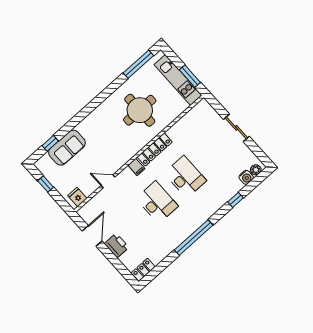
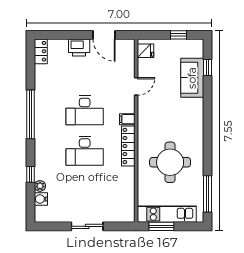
plant: (256, 170) -> (40, 186), moved

